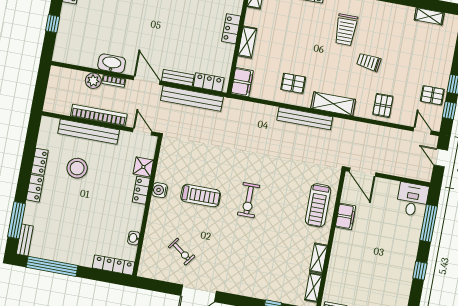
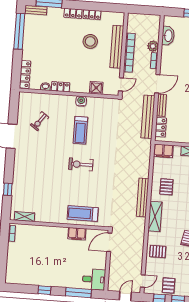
washbasin: (112, 63) -> (168, 36), moved
locker: (141, 190) -> (60, 87), moved
shelving: (319, 258) -> (45, 218), removed

